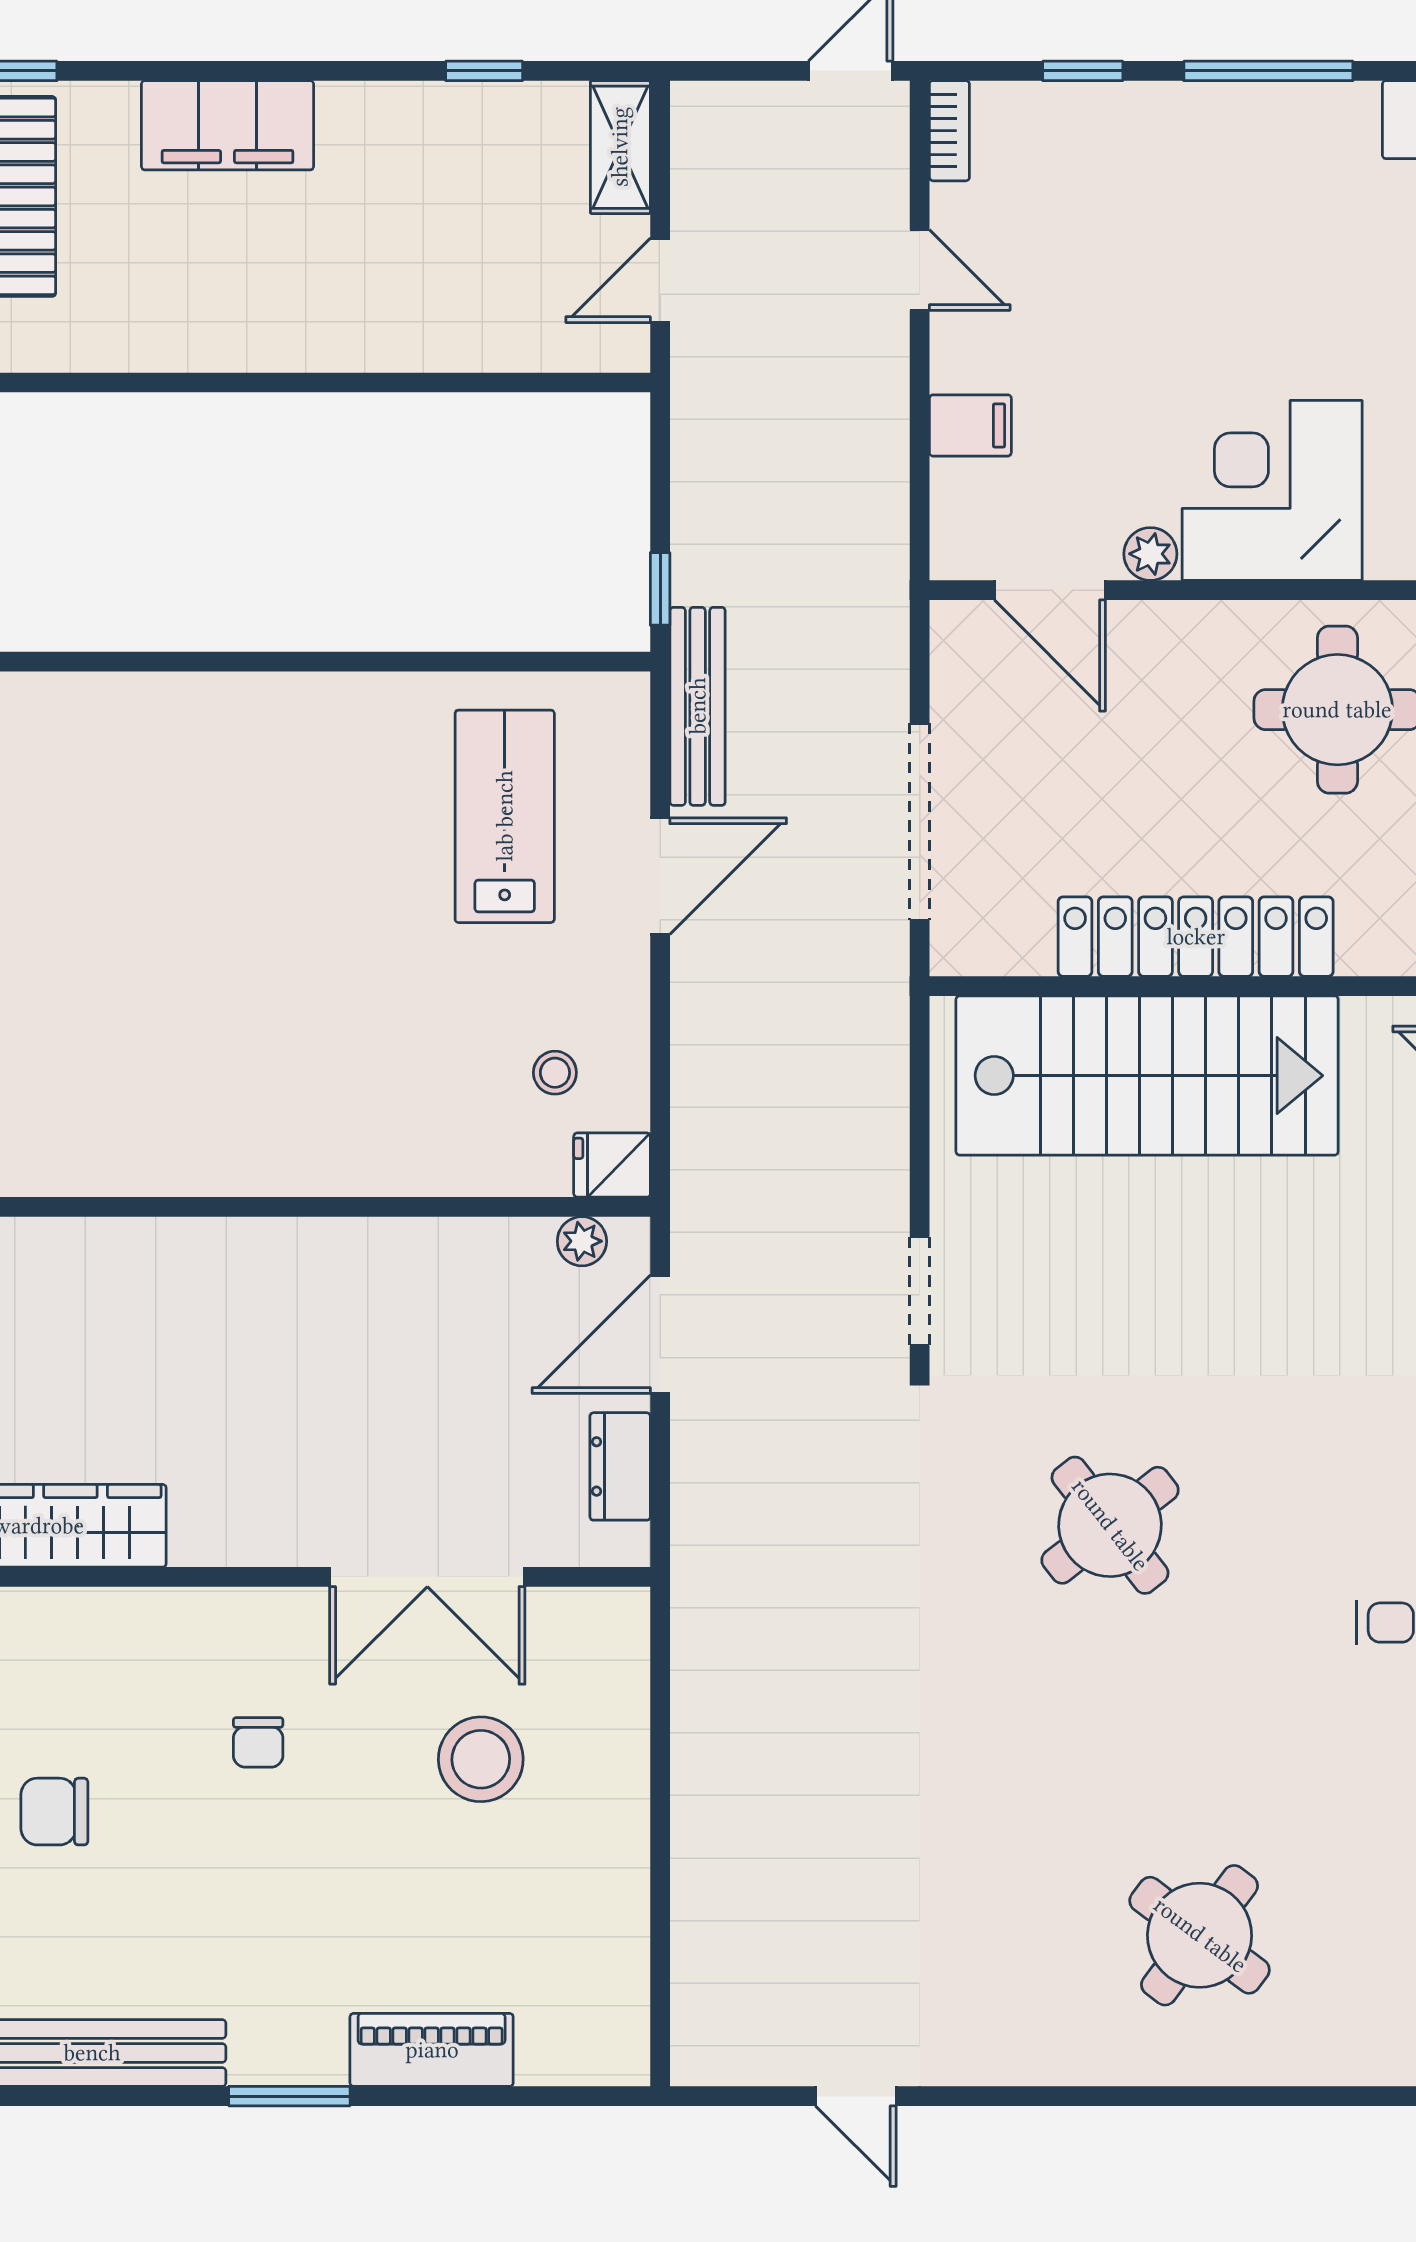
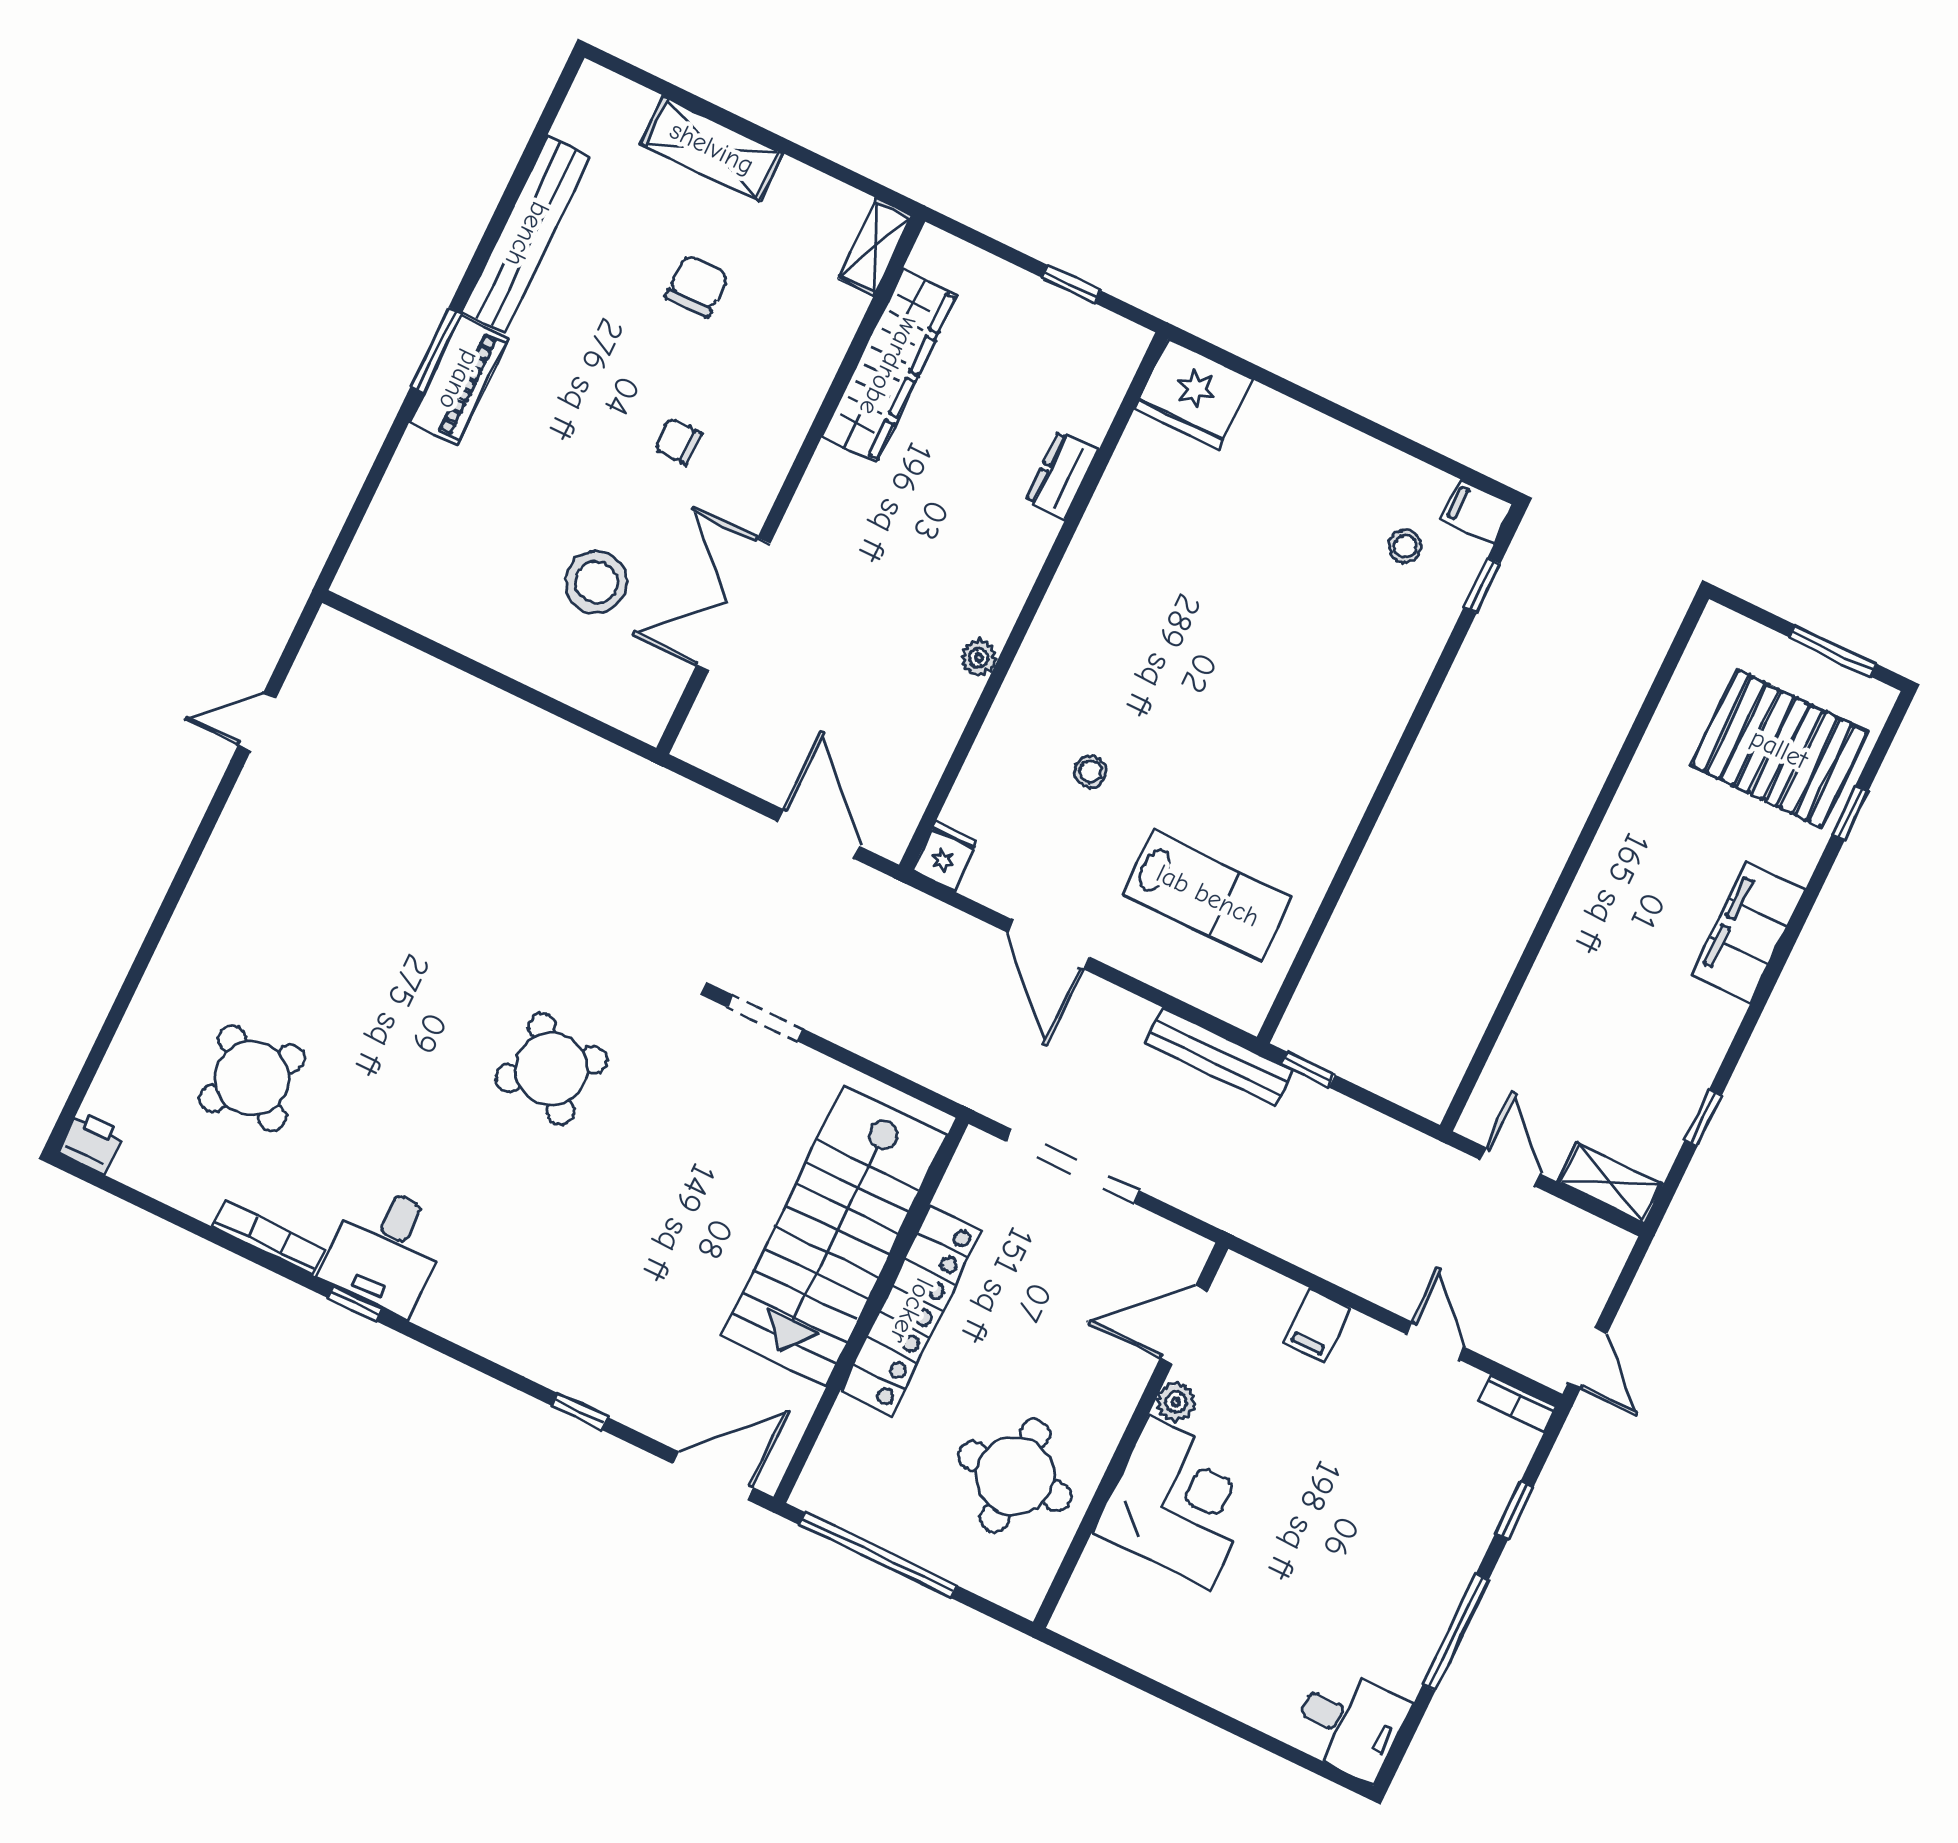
door: (920, 270) -> (1435, 1341), swing flipped
door: (660, 876) -> (1049, 945), moved
stool: (555, 1073) -> (1090, 772), moved
plant: (582, 1241) -> (979, 658), moved
dresser: (620, 1466) -> (1062, 475), moved, turned -90
round table: (1200, 1935) -> (252, 1078), moved
piano: (432, 2050) -> (459, 380), moved

